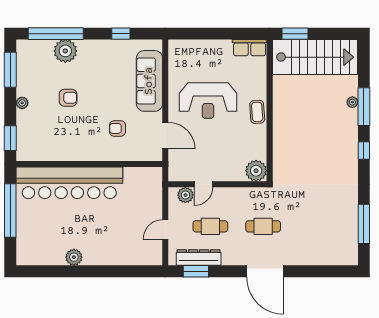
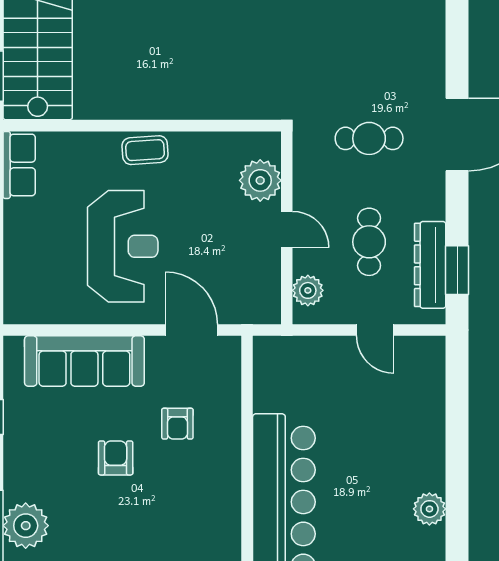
armchair: (68, 98) -> (116, 458), moved
door: (165, 136) -> (192, 330), hinge flipped
plant: (256, 171) -> (260, 180), moved
door: (203, 184) -> (287, 229), moved
cafe table: (263, 226) -> (369, 138), turned 90

